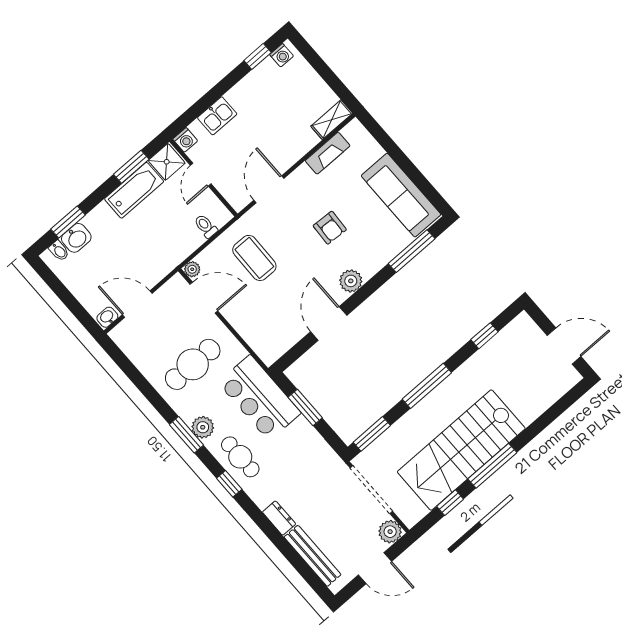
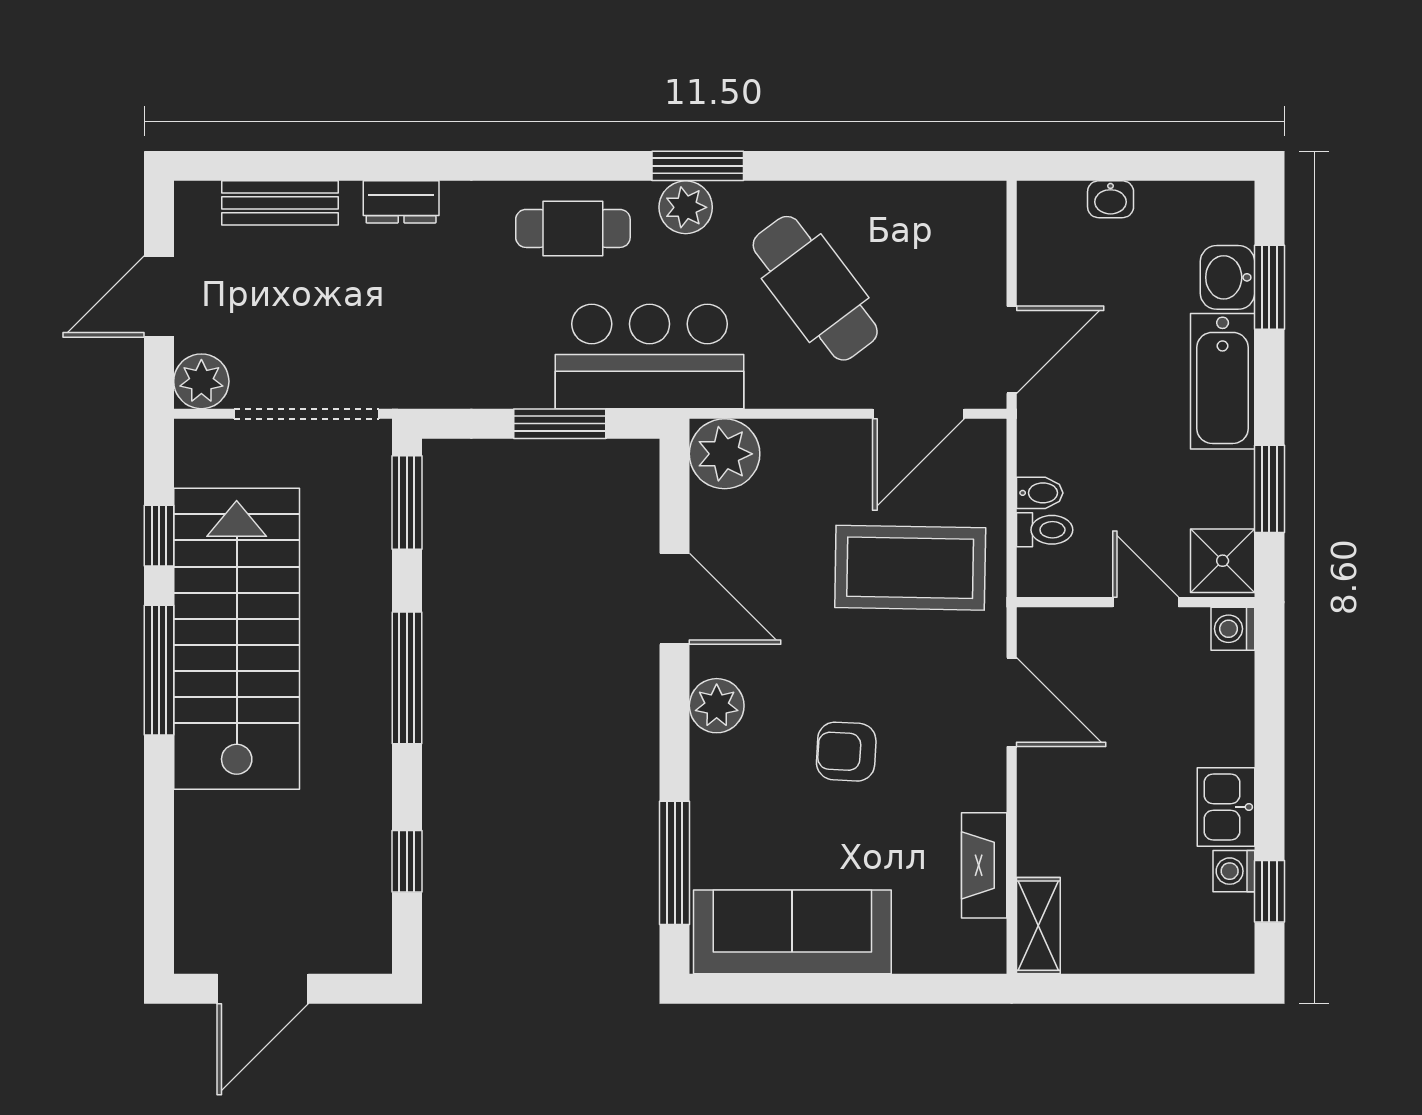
washing machine: (282, 55) -> (1234, 871), moved
kitchen sink: (217, 116) -> (1226, 807), moved
bathtub: (134, 190) -> (1223, 381), moved
bidet: (59, 251) -> (1040, 493), moved, turned 180
coffee table: (254, 258) -> (910, 568), width x1.36, depth x1.32
plant: (192, 269) -> (725, 454), moved, width x1.88, depth x1.88
door: (137, 304) -> (1012, 350), moved
washbasin: (107, 317) -> (1111, 199), moved, turned 90
cafe table: (193, 364) -> (815, 288), turned -37
window: (229, 484) -> (542, 166), removed
bench: (313, 556) -> (280, 203), width x0.73

